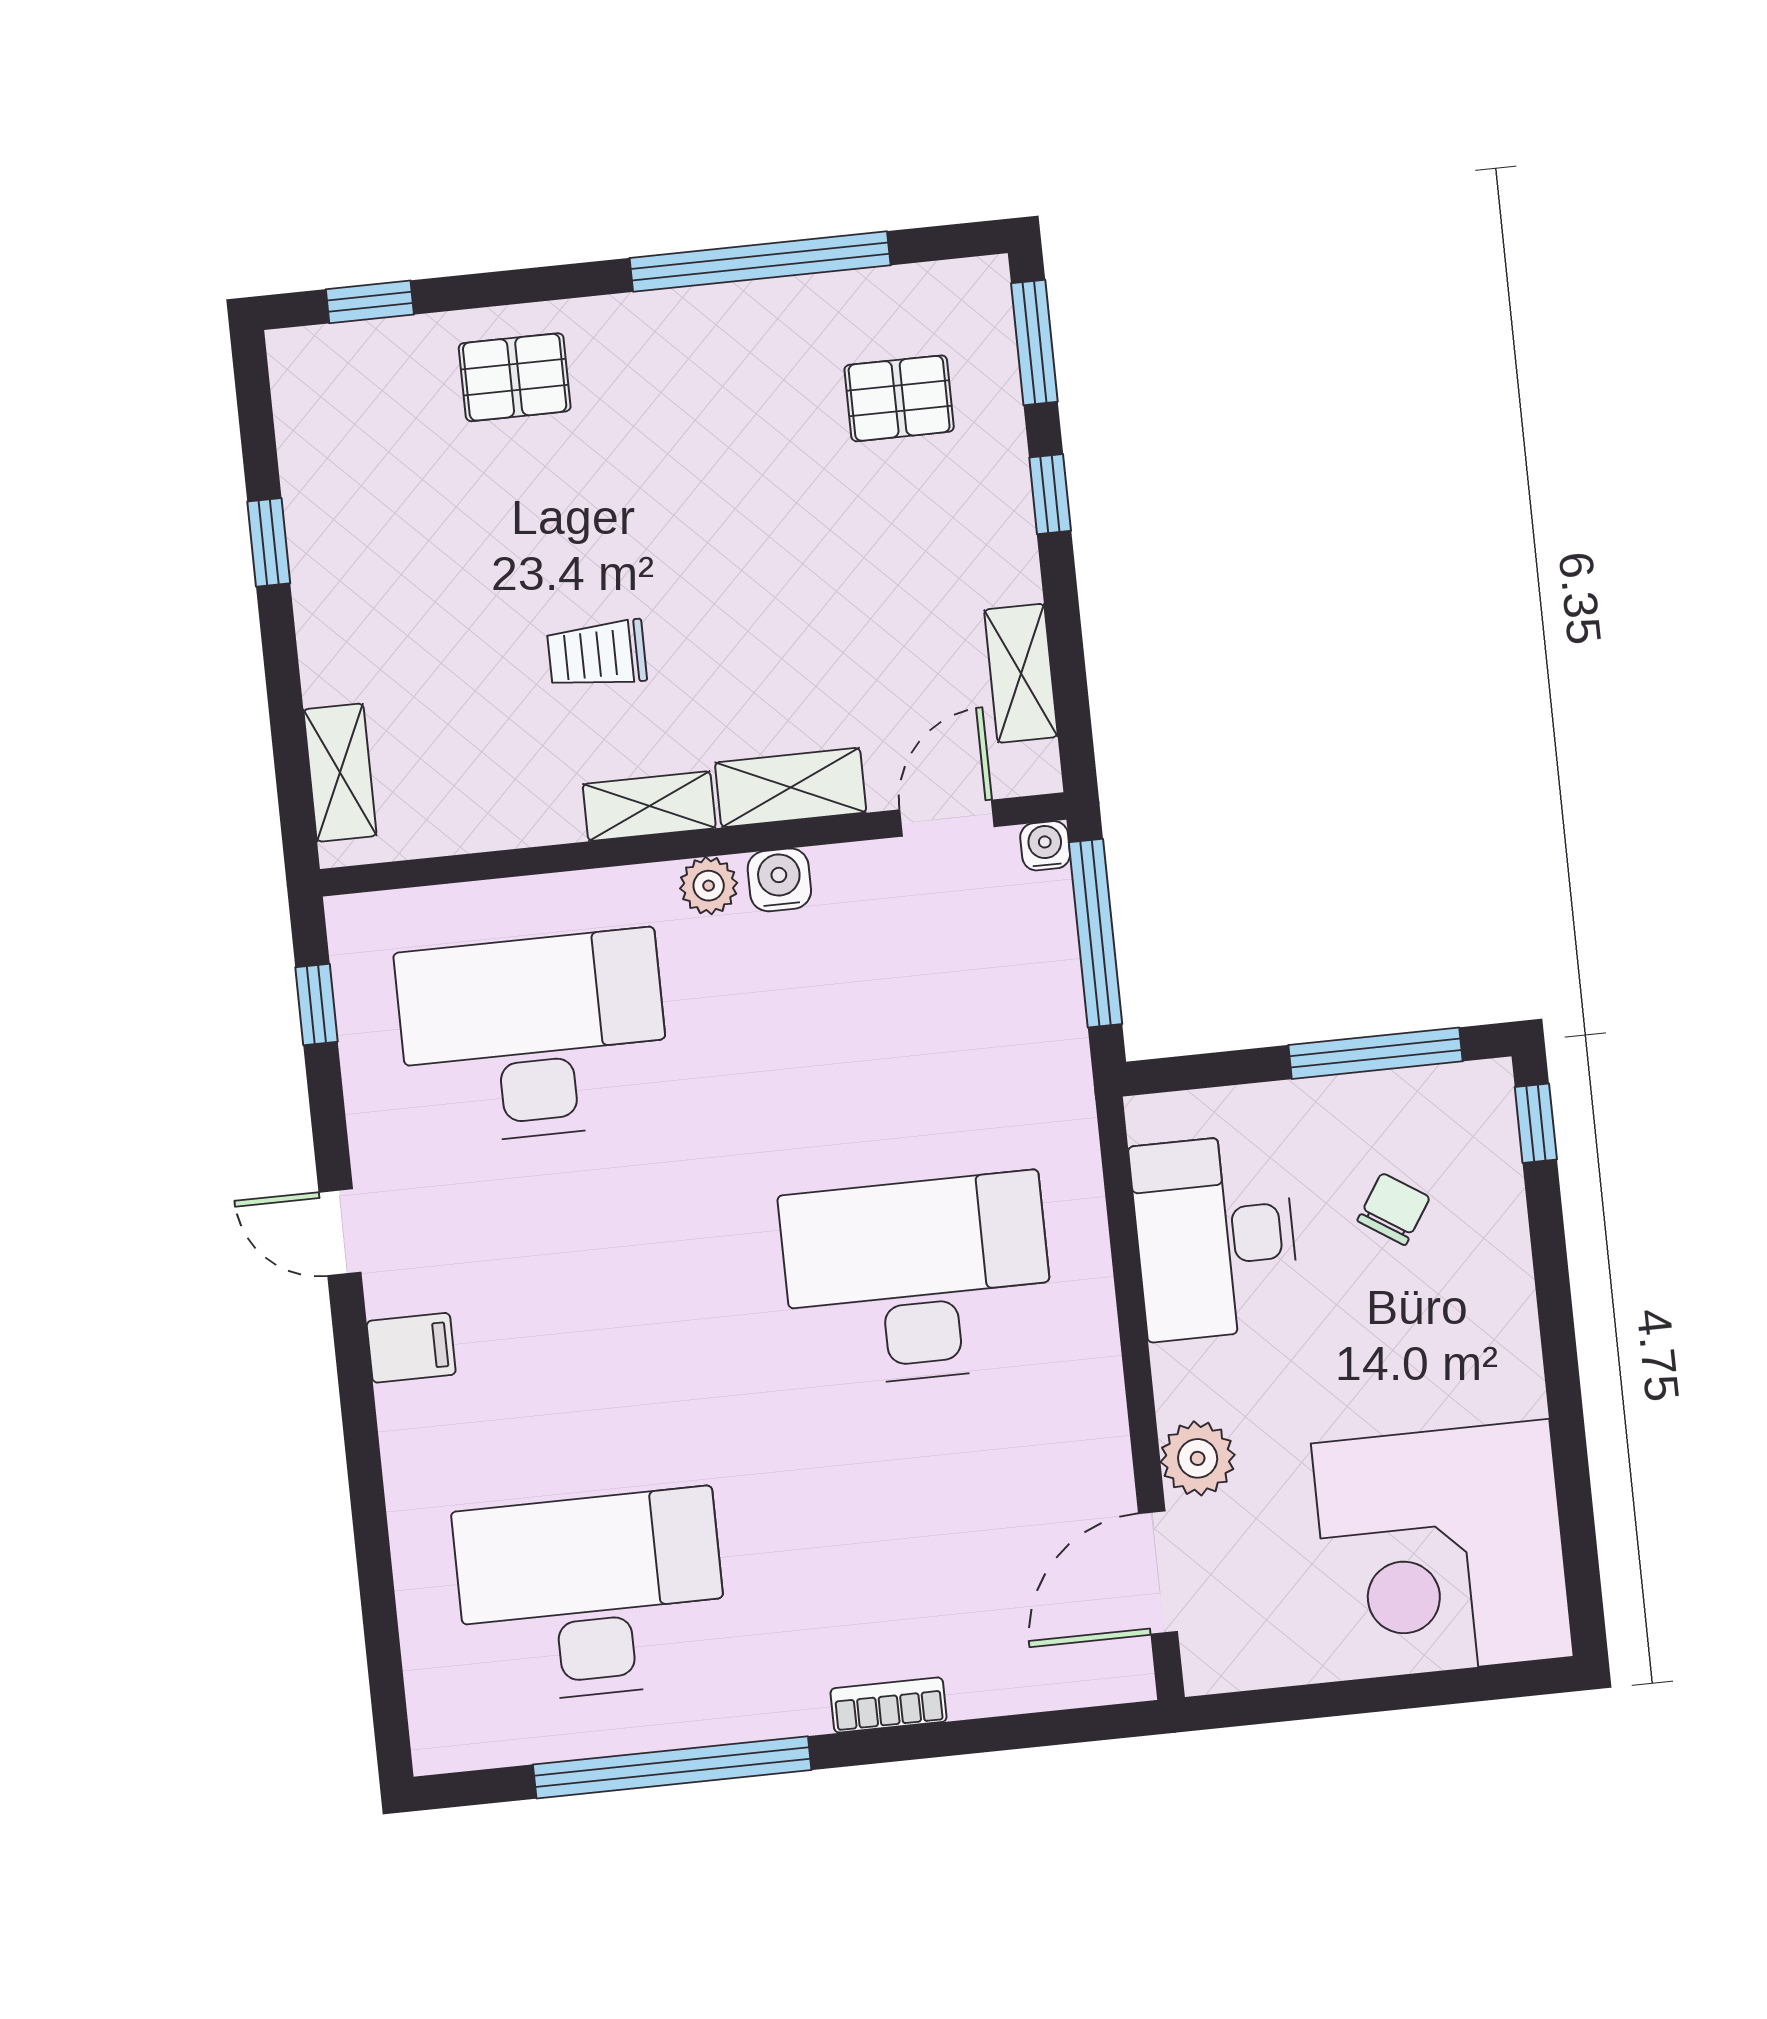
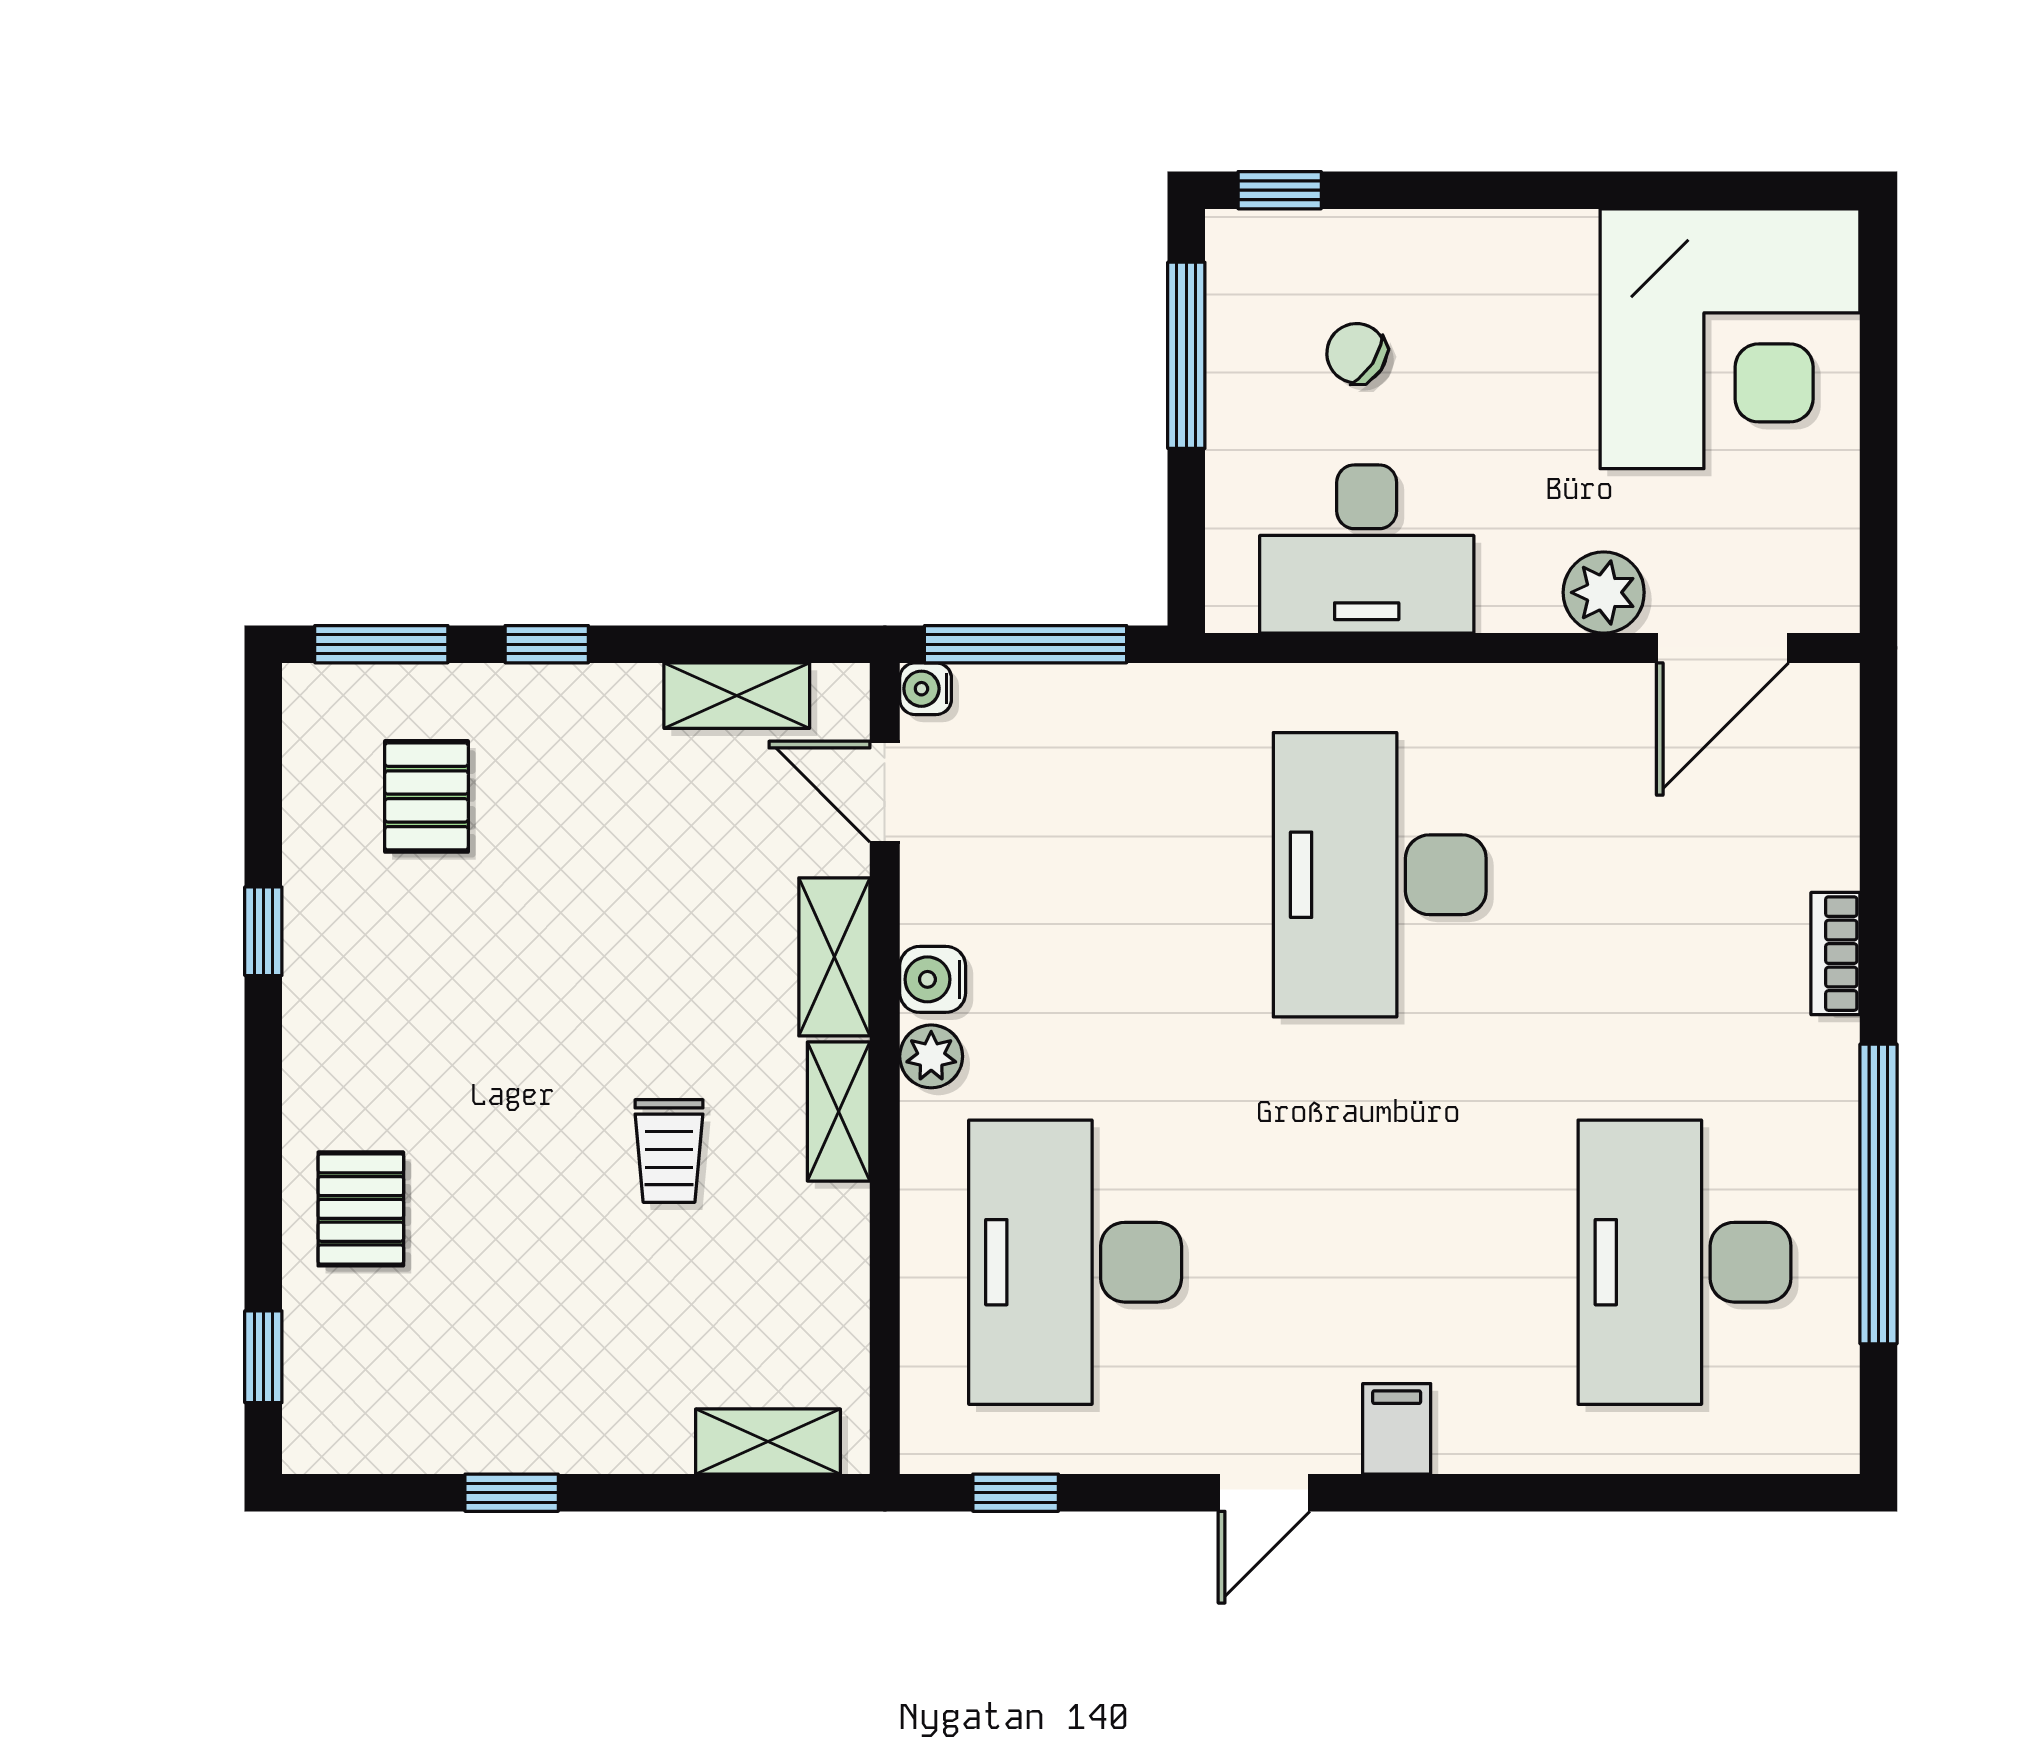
window: (760, 262) -> (263, 931), width x0.32
door: (1158, 1573) -> (1723, 648), hinge flipped

